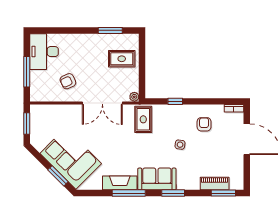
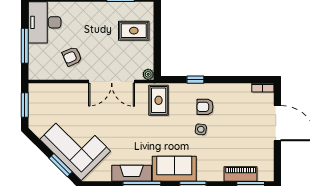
armchair: (204, 124) -> (205, 107), moved, turned -90

